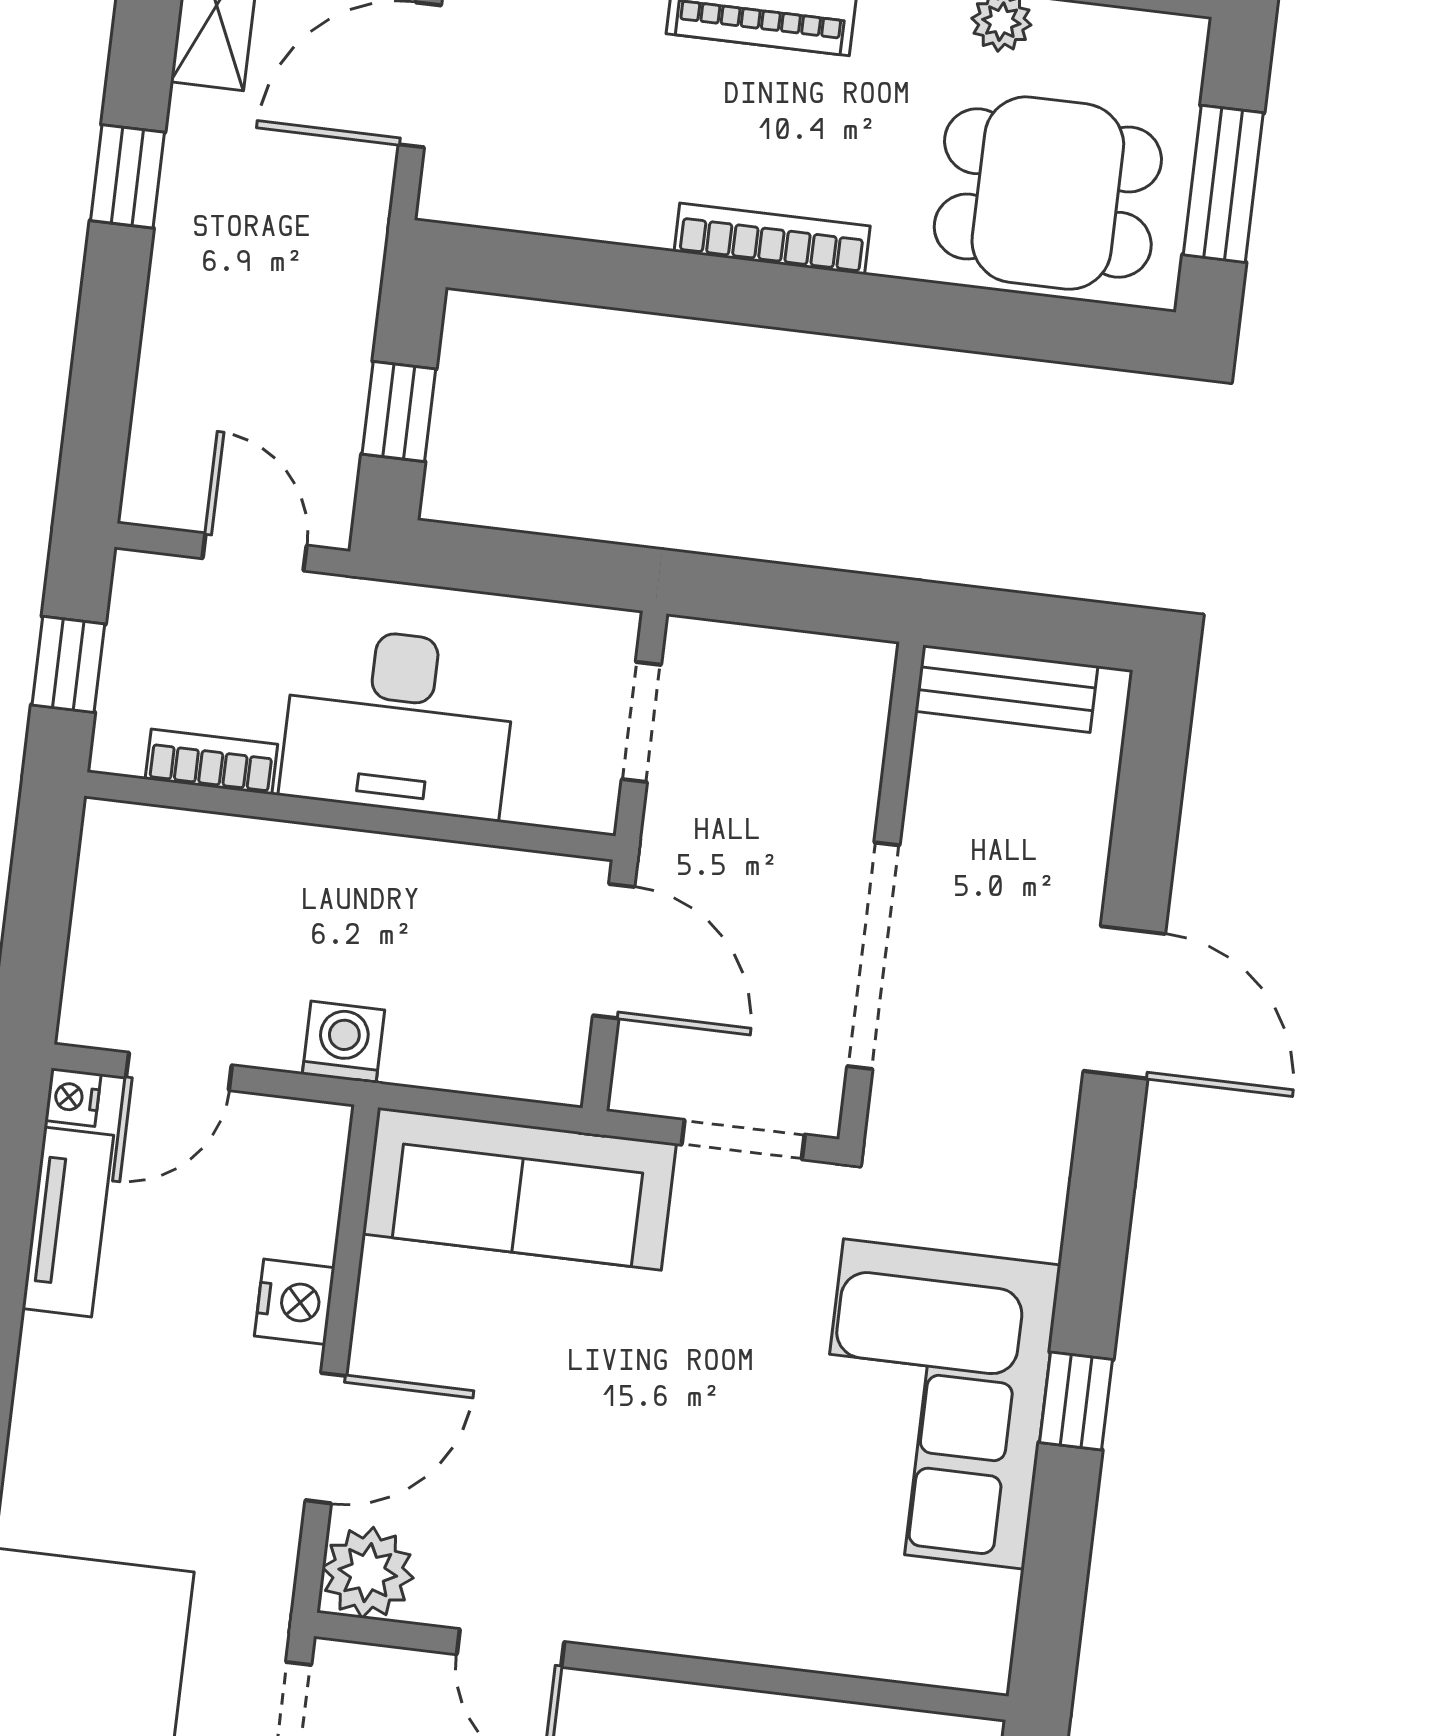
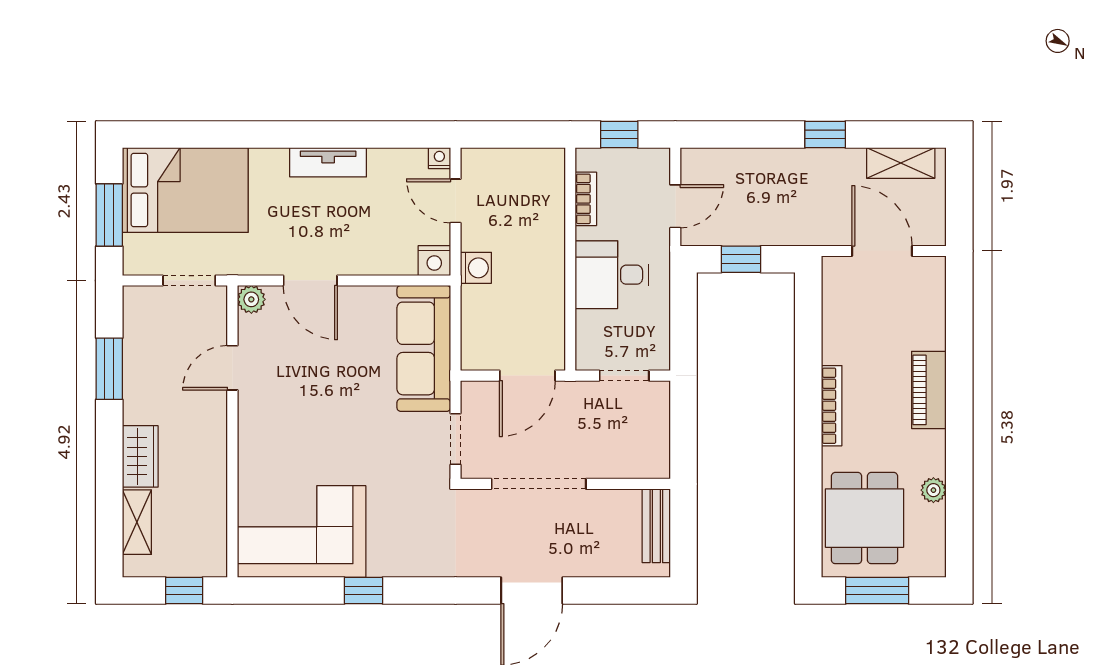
desk: (399, 722) -> (612, 275), width x0.73
tv unit: (68, 1222) -> (328, 162), moved
nightstand: (295, 1302) -> (434, 261), moved
corner sofa: (934, 1404) -> (302, 532), moved
plant: (368, 1573) -> (251, 299), width x0.73, depth x0.73

